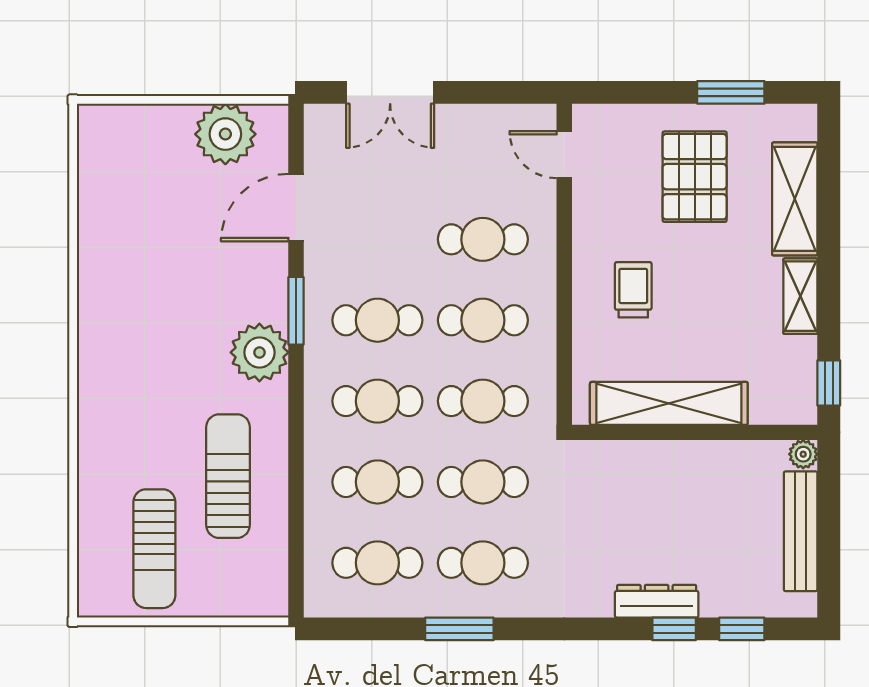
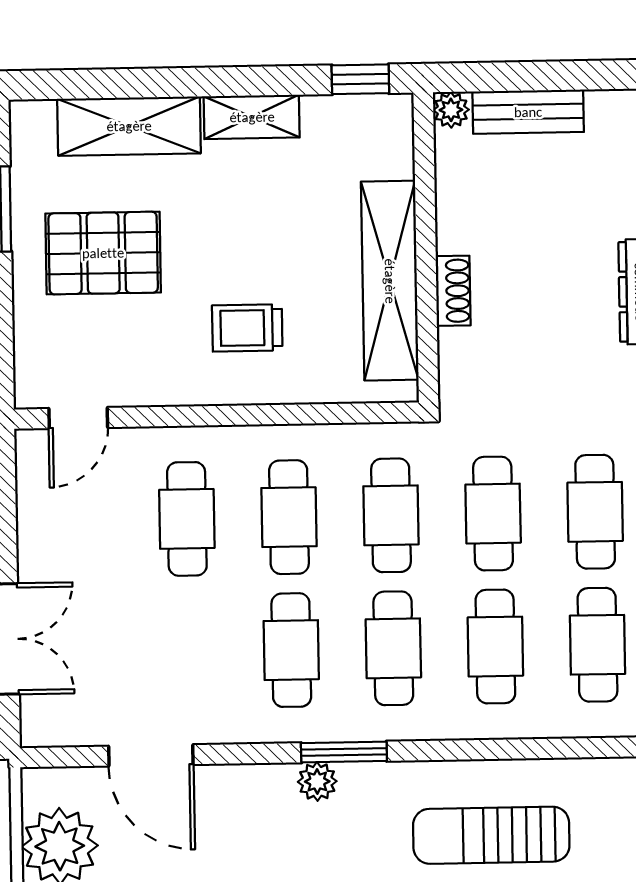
window: (296, 311) -> (344, 752), moved
plant: (259, 352) -> (317, 781), width x0.53, depth x0.53
shoe rack: (660, 453) -> (453, 291), added
bench: (801, 531) -> (528, 112), width x0.73

